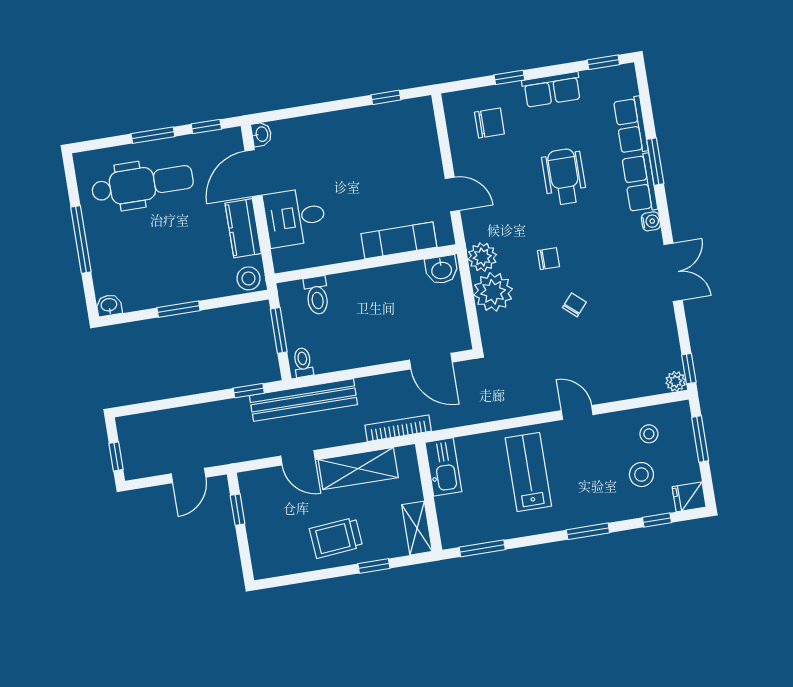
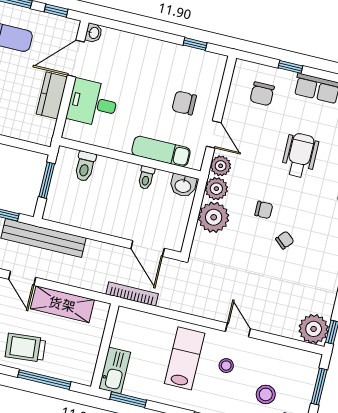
chair: (489, 123) -> (262, 94), turned 90
chair: (402, 172) -> (184, 103), added
plant: (476, 228) -> (221, 166), added
stool: (249, 278) -> (41, 133), removed
chair: (574, 305) -> (285, 240), moved
toilet: (303, 362) -> (146, 178), moved, turned 180
plant: (676, 381) -> (314, 329), width x1.88, depth x1.88
bookcase: (398, 428) -> (132, 294), moved
stool: (649, 434) -> (226, 366), moved
kitchen sink: (443, 467) -> (115, 370), moved
shelving: (417, 528) -> (87, 365), removed
window: (374, 566) -> (44, 380), width x2.17

